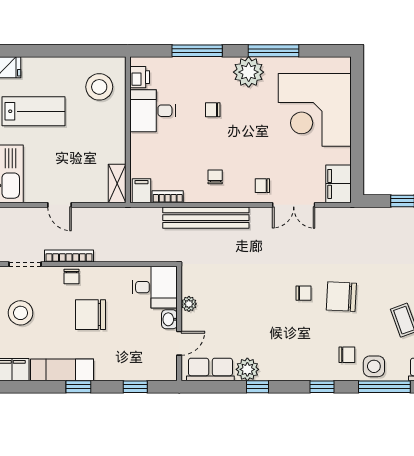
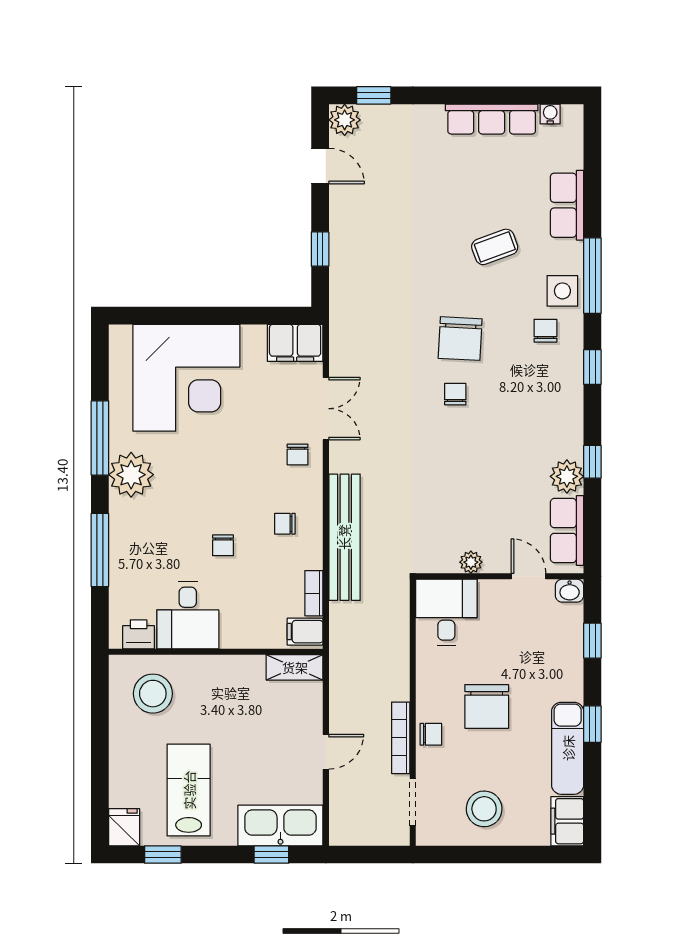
chair: (213, 110) -> (223, 545), moved
washbasin: (169, 319) -> (570, 591), moved

